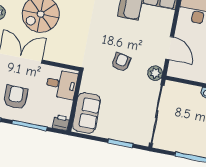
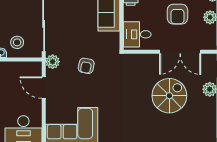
stool: (188, 101) -> (17, 42), added

